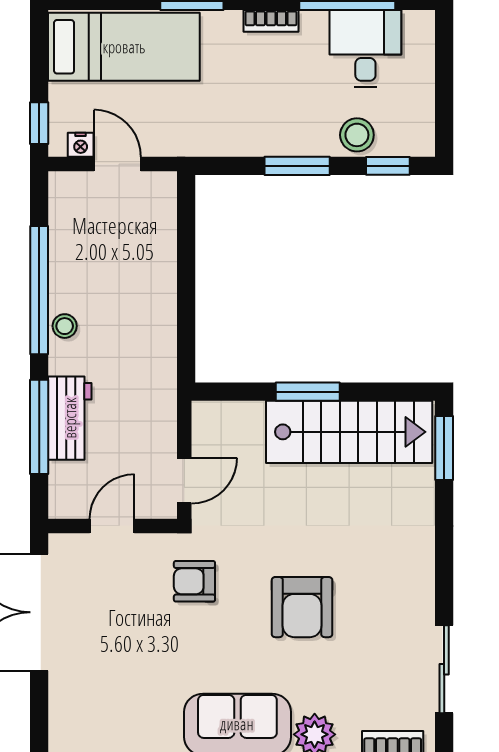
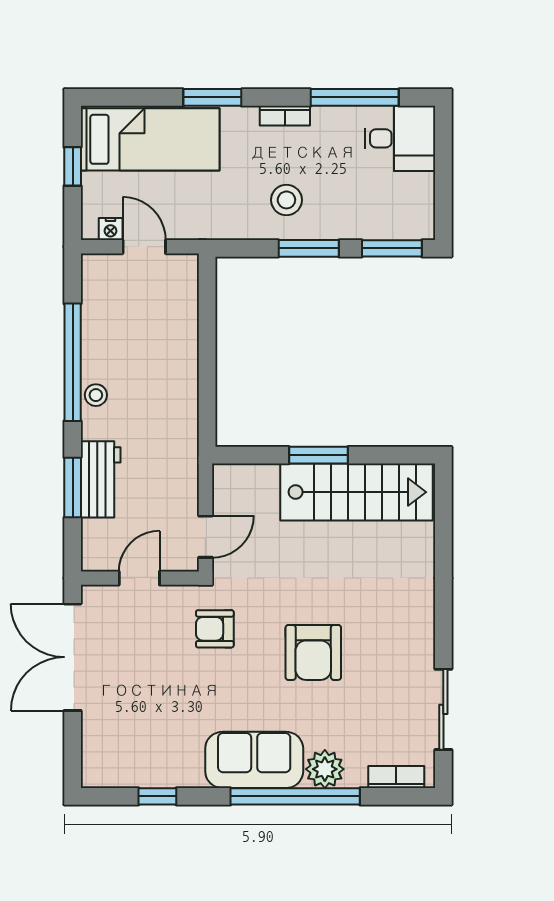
desk: (365, 49) -> (400, 138), moved, turned 90
window: (39, 123) -> (73, 166), moved
stool: (357, 135) -> (286, 200), moved
window: (388, 166) -> (392, 248), width x1.50
window: (39, 427) -> (73, 487), width x0.69
window: (444, 448) -> (443, 507), removed

